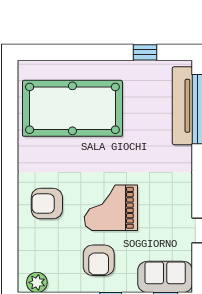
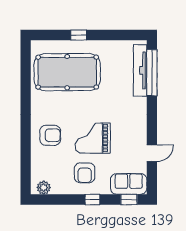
window: (145, 52) -> (79, 35), moved
armchair: (47, 204) -> (50, 135), turned 180

